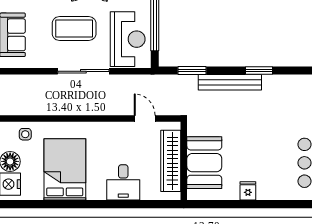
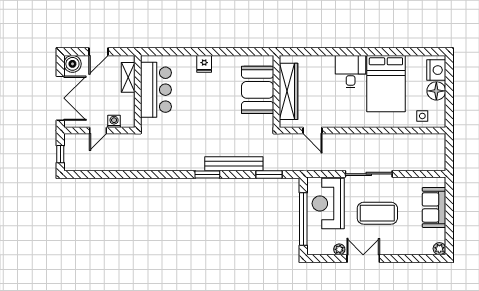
desk: (123, 182) -> (351, 72), moved
fridge: (248, 191) -> (204, 64), moved

